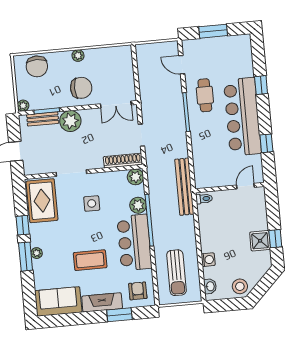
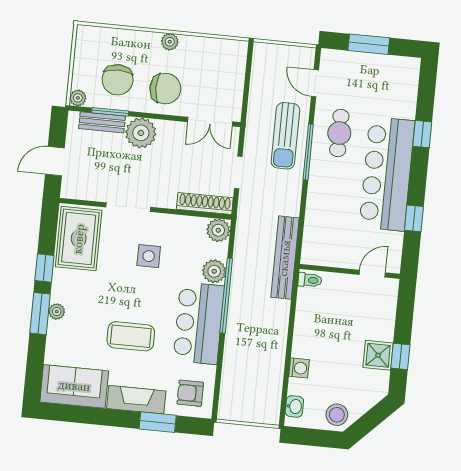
chair: (37, 66) -> (118, 80), moved
sun lounger: (176, 273) -> (285, 136), moved
armchair: (138, 291) -> (190, 393), turned -90

